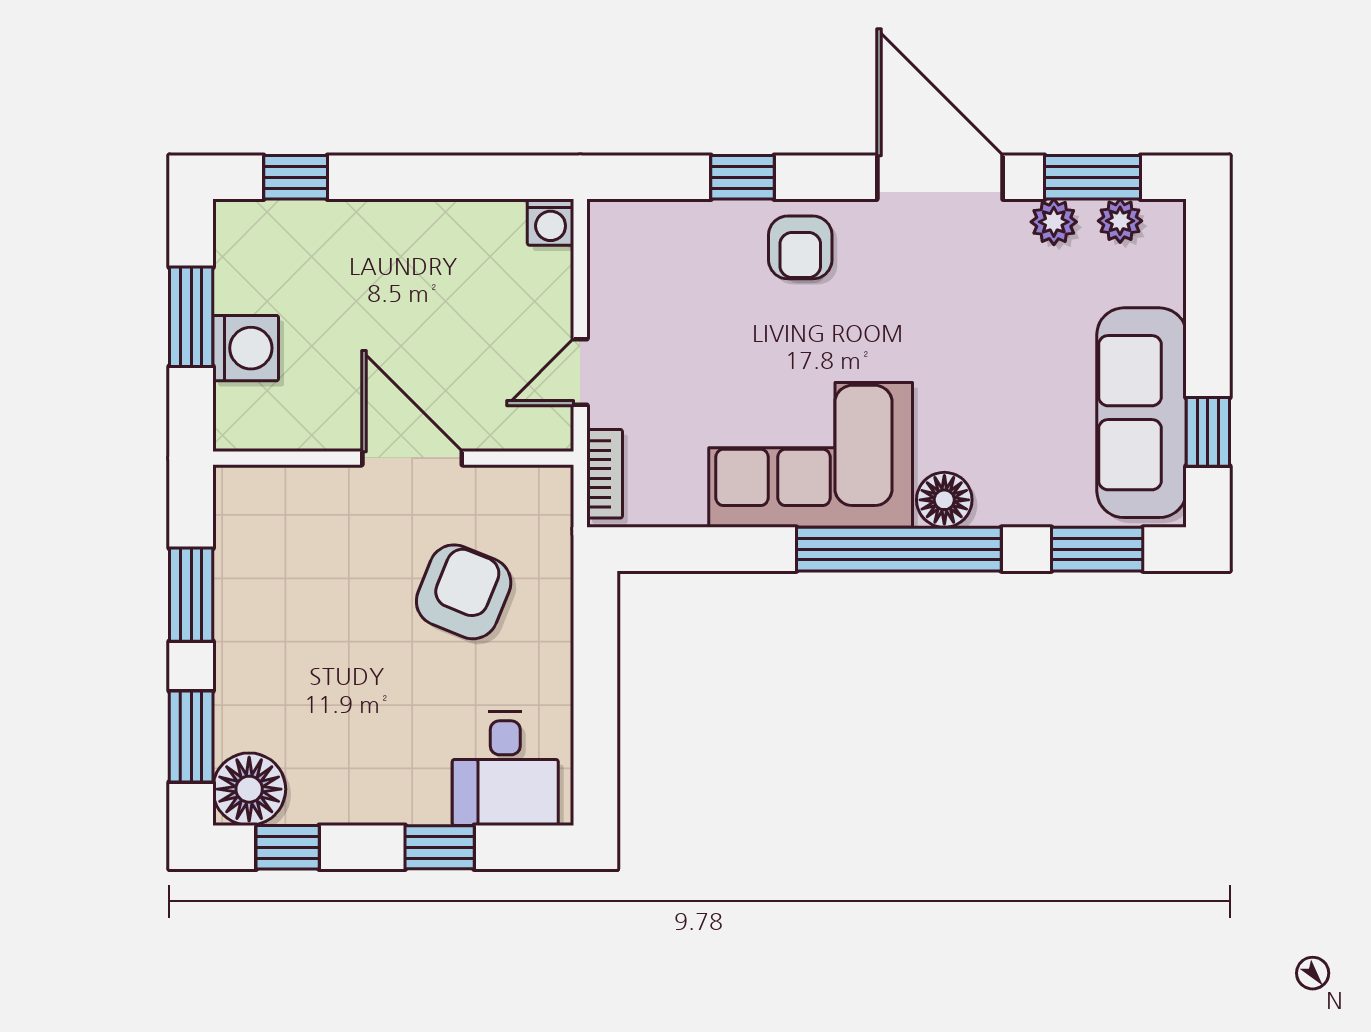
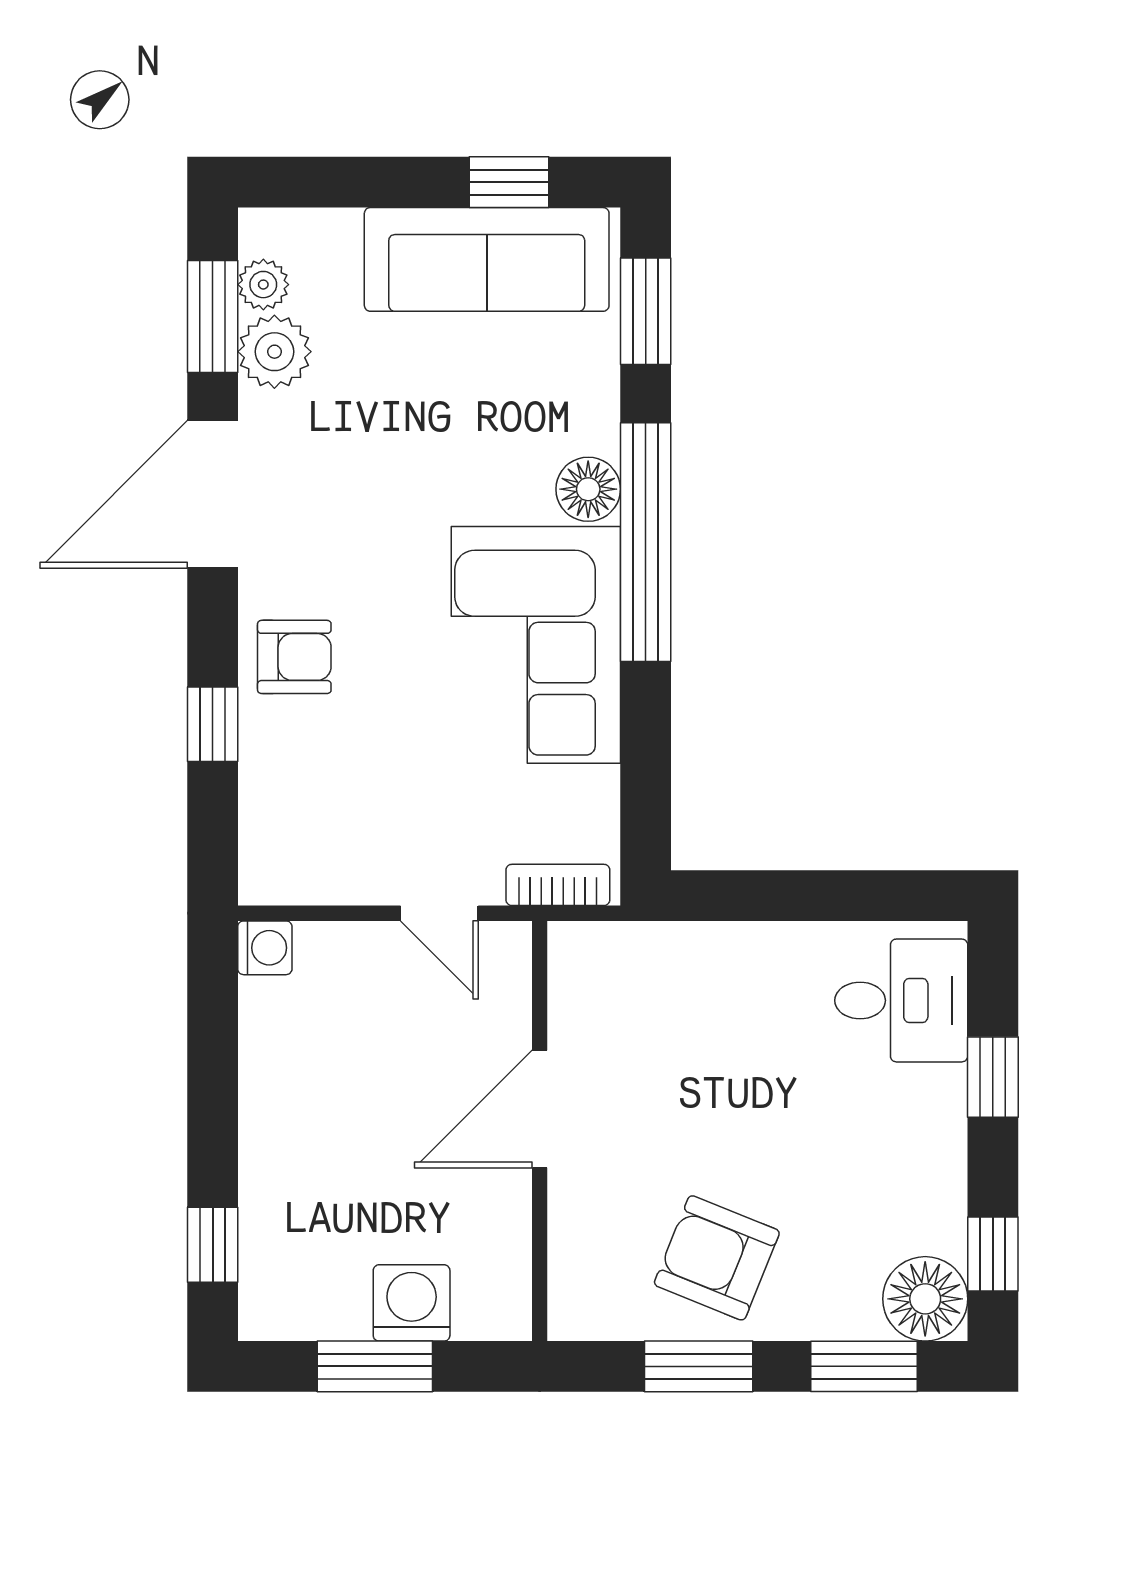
plant: (1054, 222) -> (274, 352), width x1.38, depth x1.38
armchair: (464, 592) -> (717, 1258), moved

